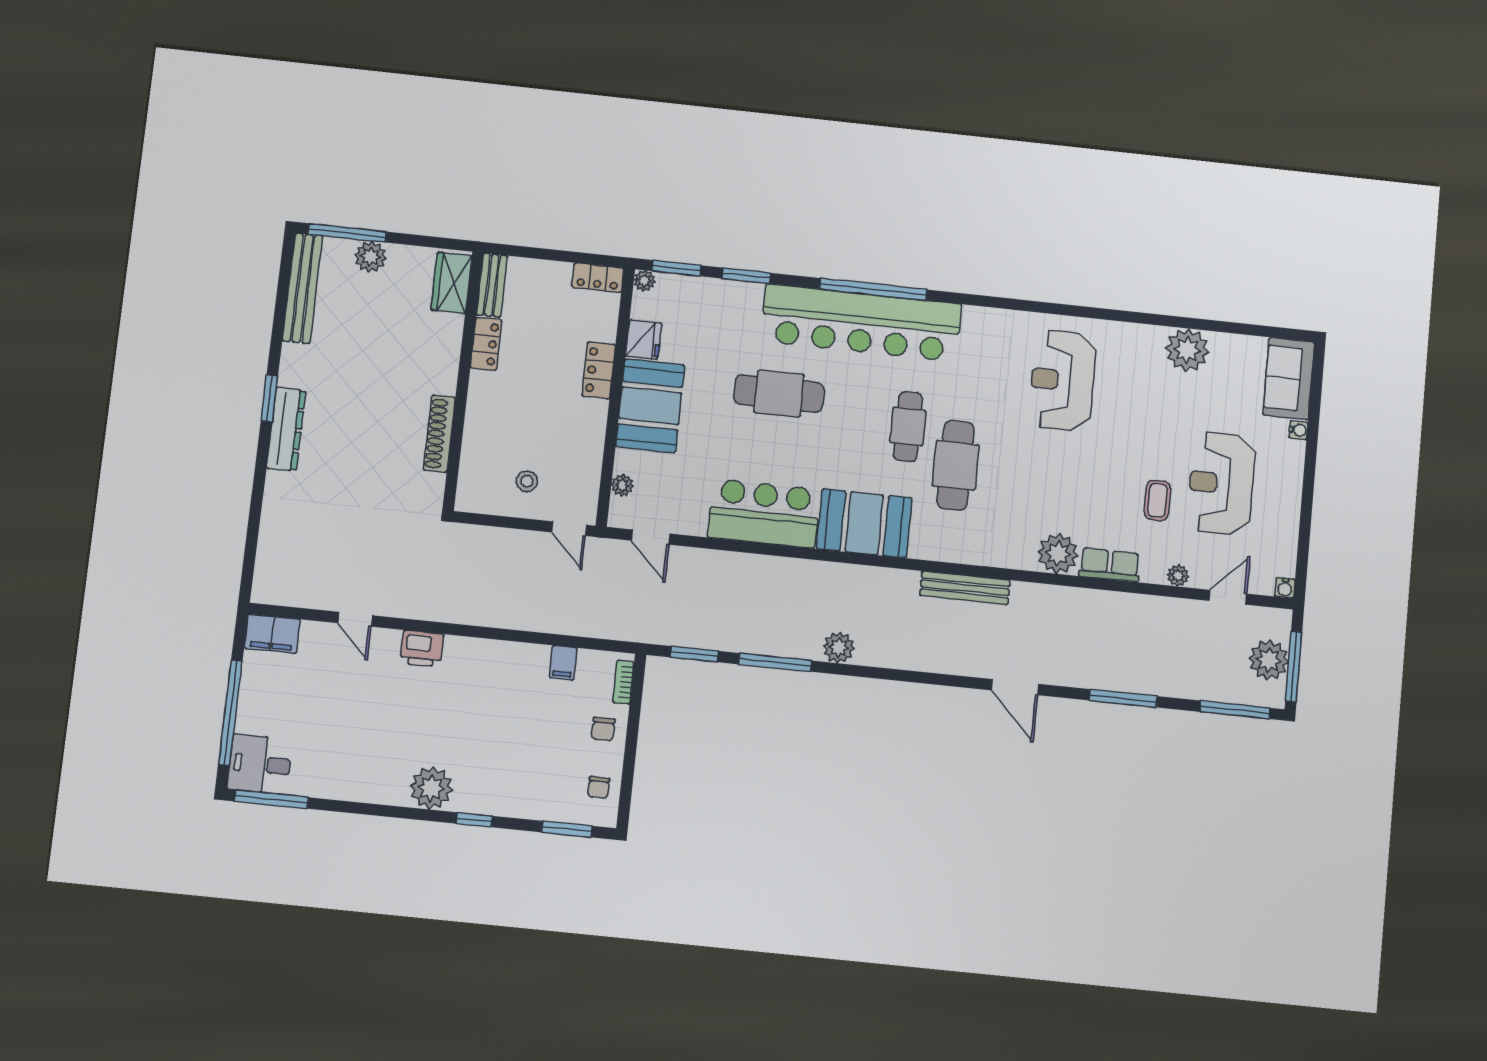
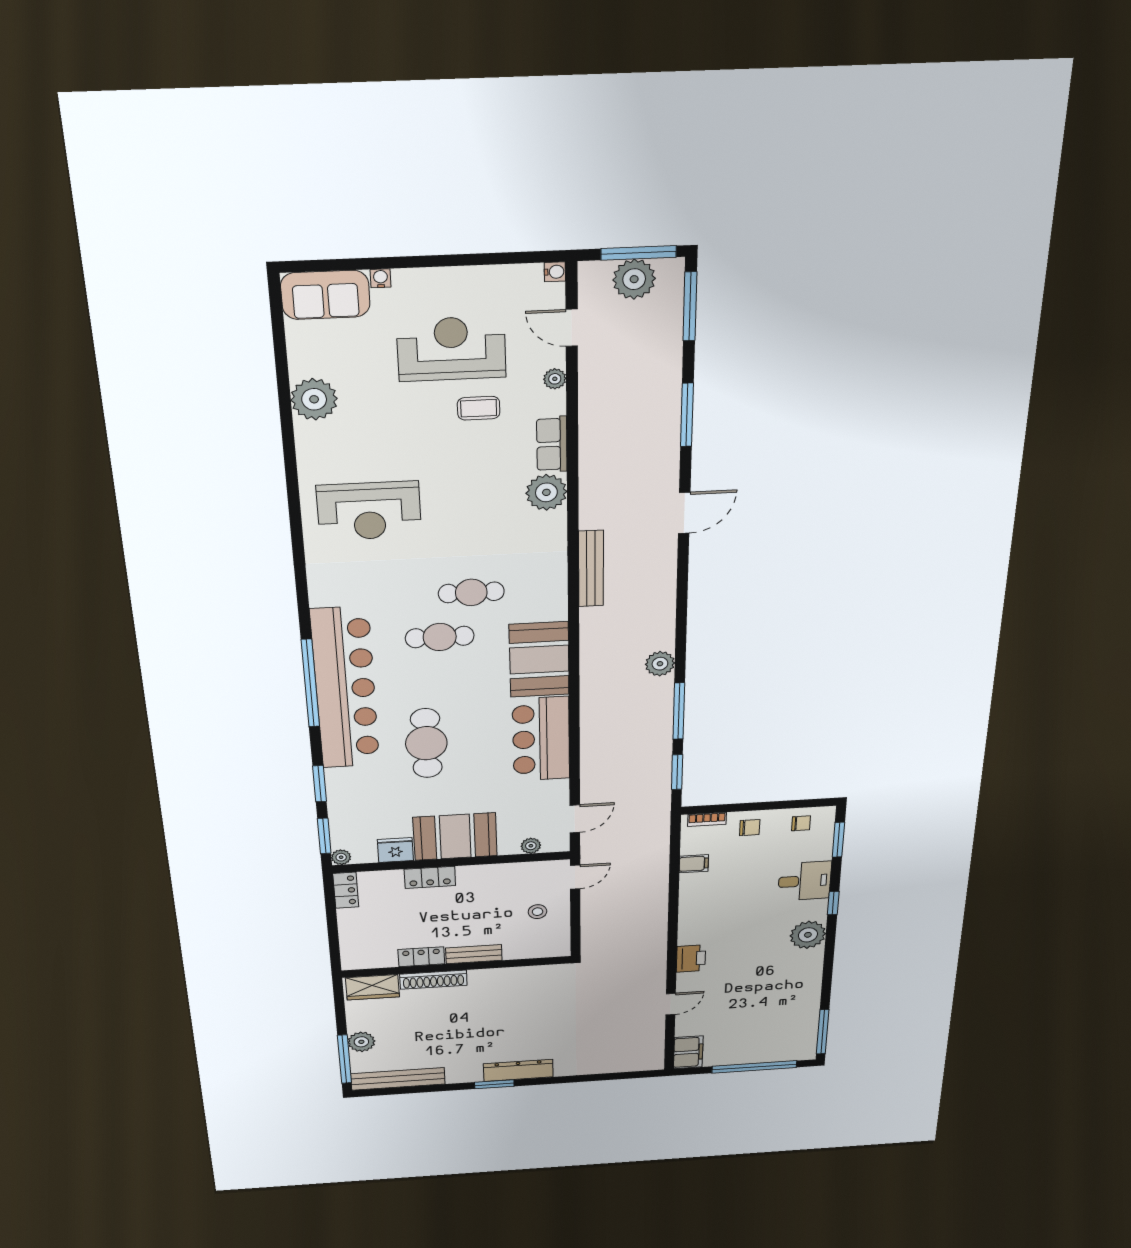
bench: (492, 285) -> (474, 954), moved
shoe rack: (439, 434) -> (433, 980), moved
cafe table: (956, 465) -> (471, 592), width x0.73, depth x0.74
reception desk: (1221, 484) -> (451, 349), turned 180
desk: (260, 764) -> (805, 881), moved, turned -90

